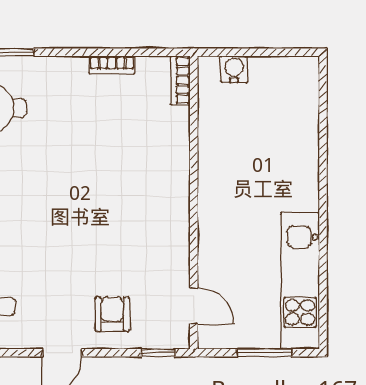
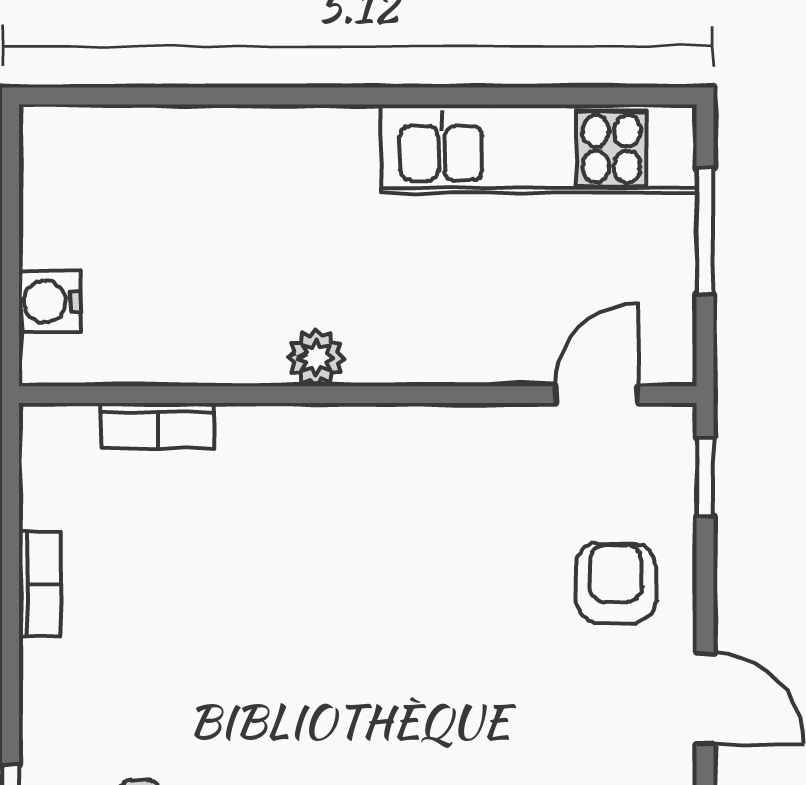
bookcase: (180, 80) -> (158, 426), moved
plant: (210, 185) -> (316, 358), added
armchair: (112, 314) -> (616, 583), turned 90

